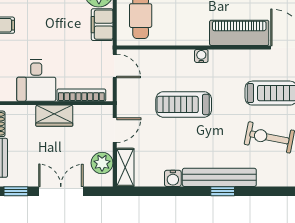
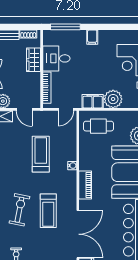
piano: (239, 33) -> (85, 185), width x0.73, depth x0.75
wardrobe: (54, 116) -> (34, 60), moved

